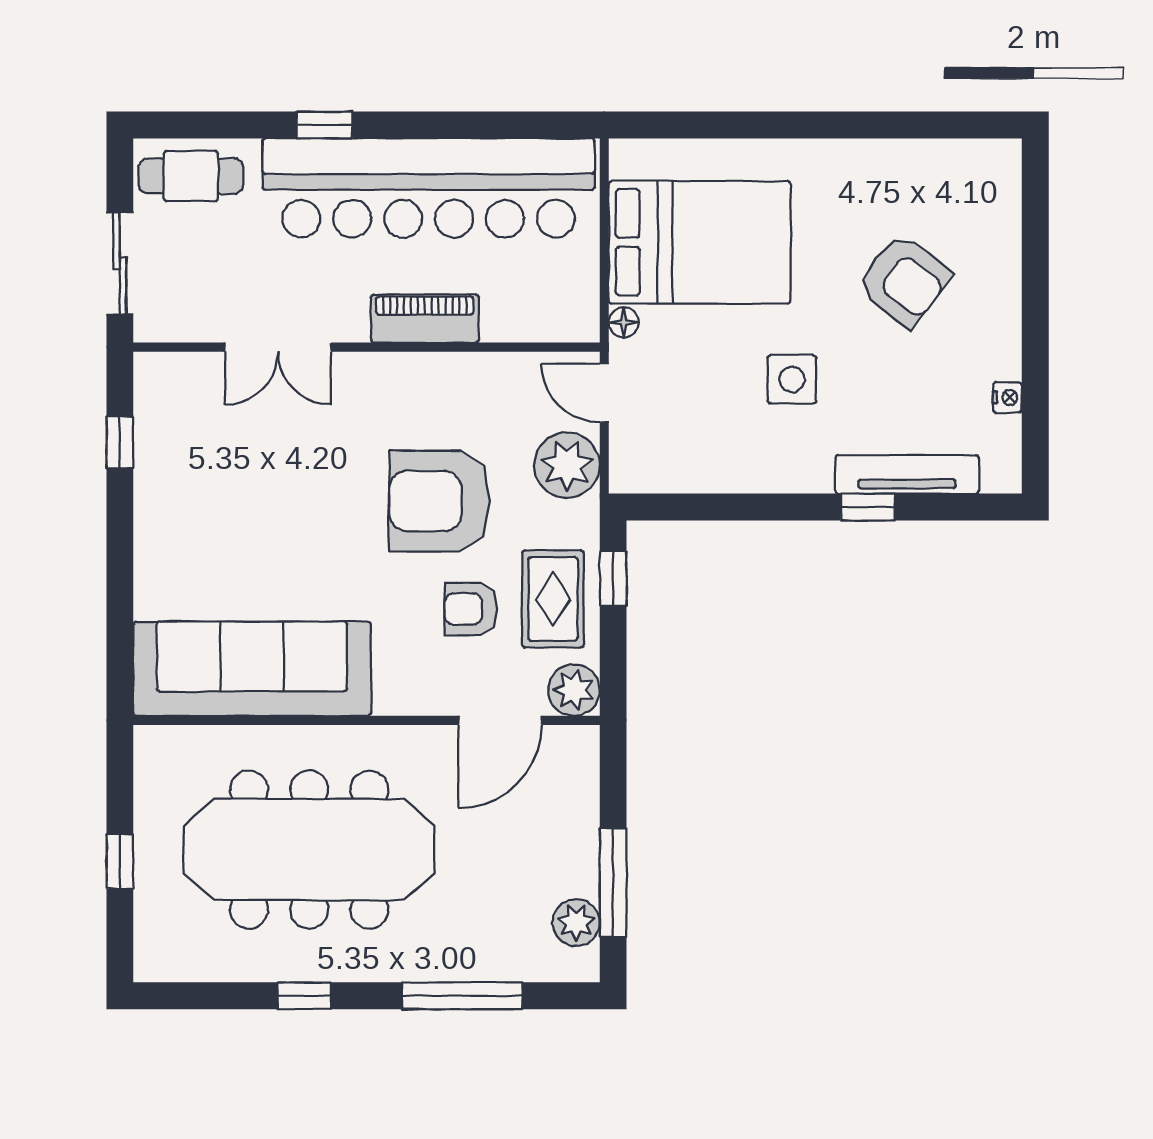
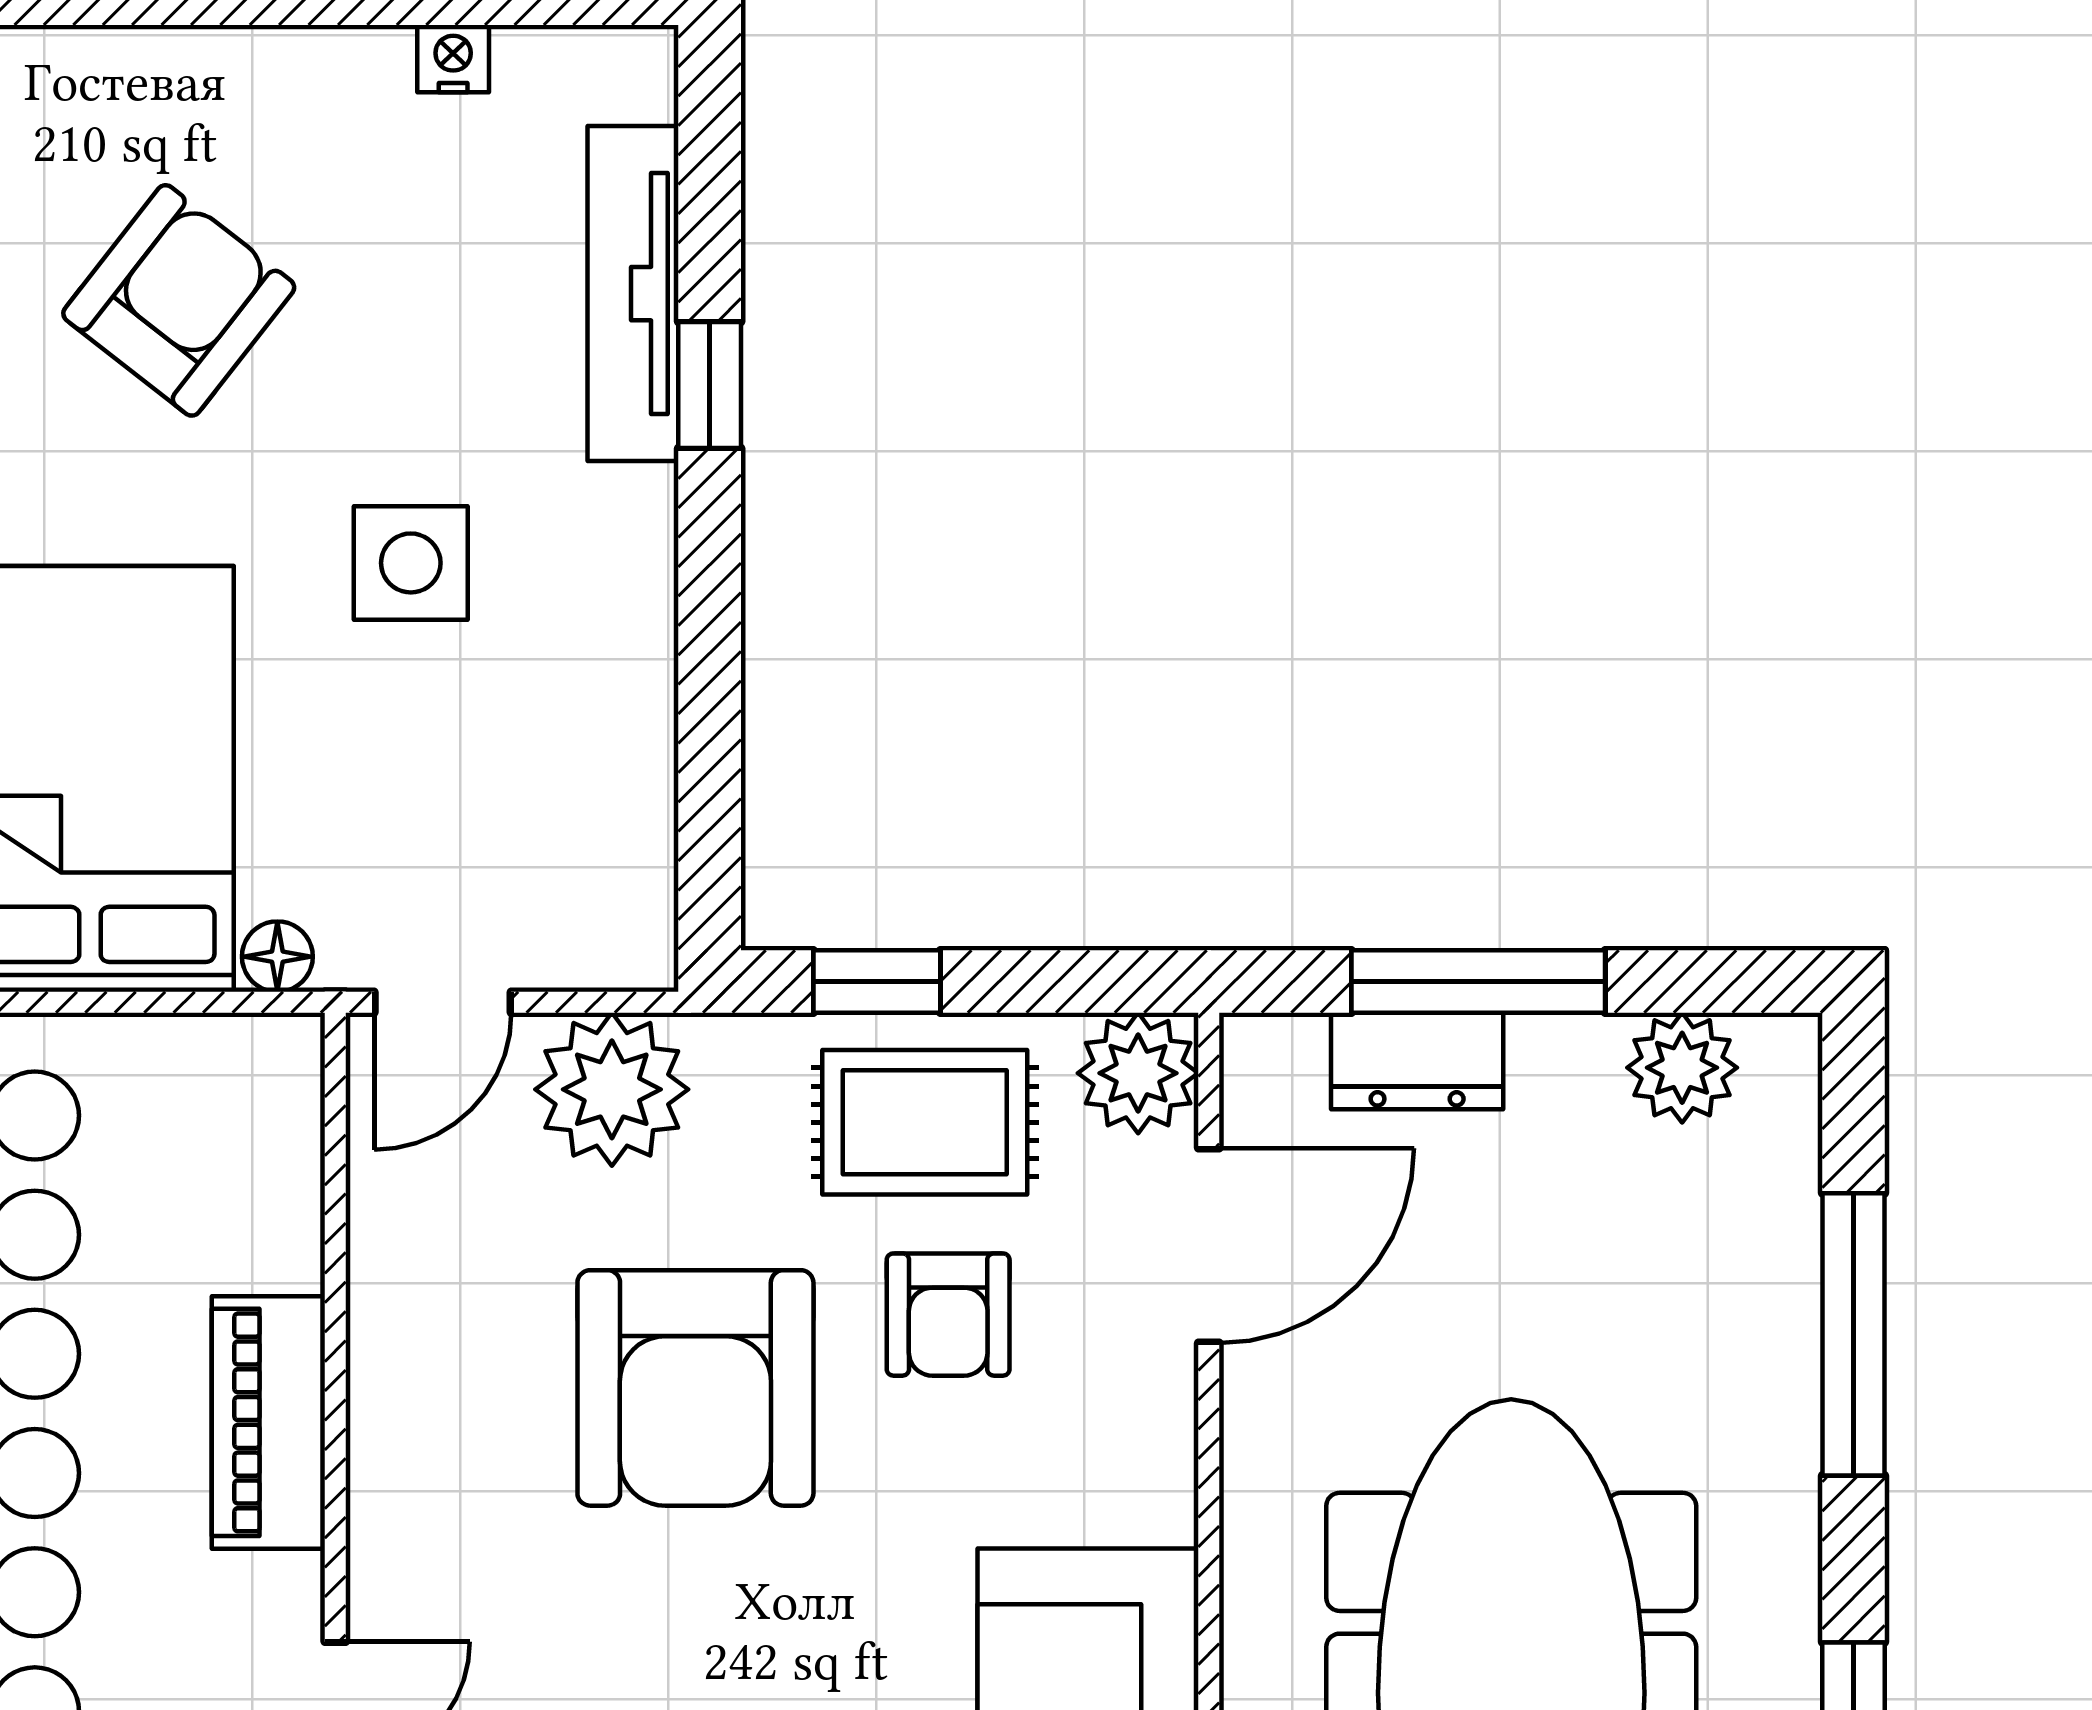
door: (500, 720) -> (1209, 1246), hinge flipped
dresser: (579, 809) -> (1417, 1061), added
window: (613, 883) -> (1478, 982), moved

